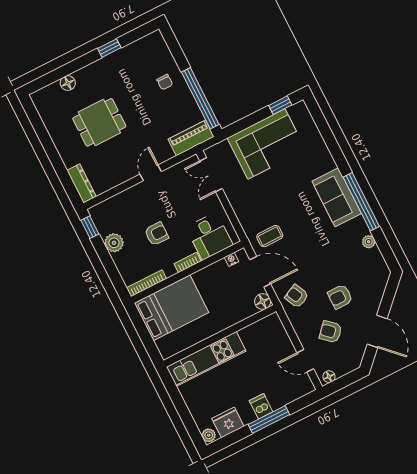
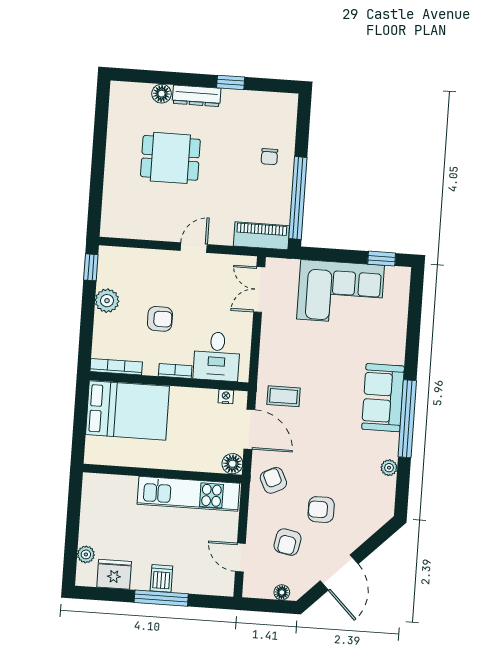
dresser: (81, 183) -> (197, 96), moved, turned 90
armchair: (331, 332) -> (288, 542), turned -121
kitchen unit: (206, 359) -> (188, 494), moved
floor lamp: (329, 377) -> (282, 592), moved
plant: (209, 435) -> (86, 554), moved

